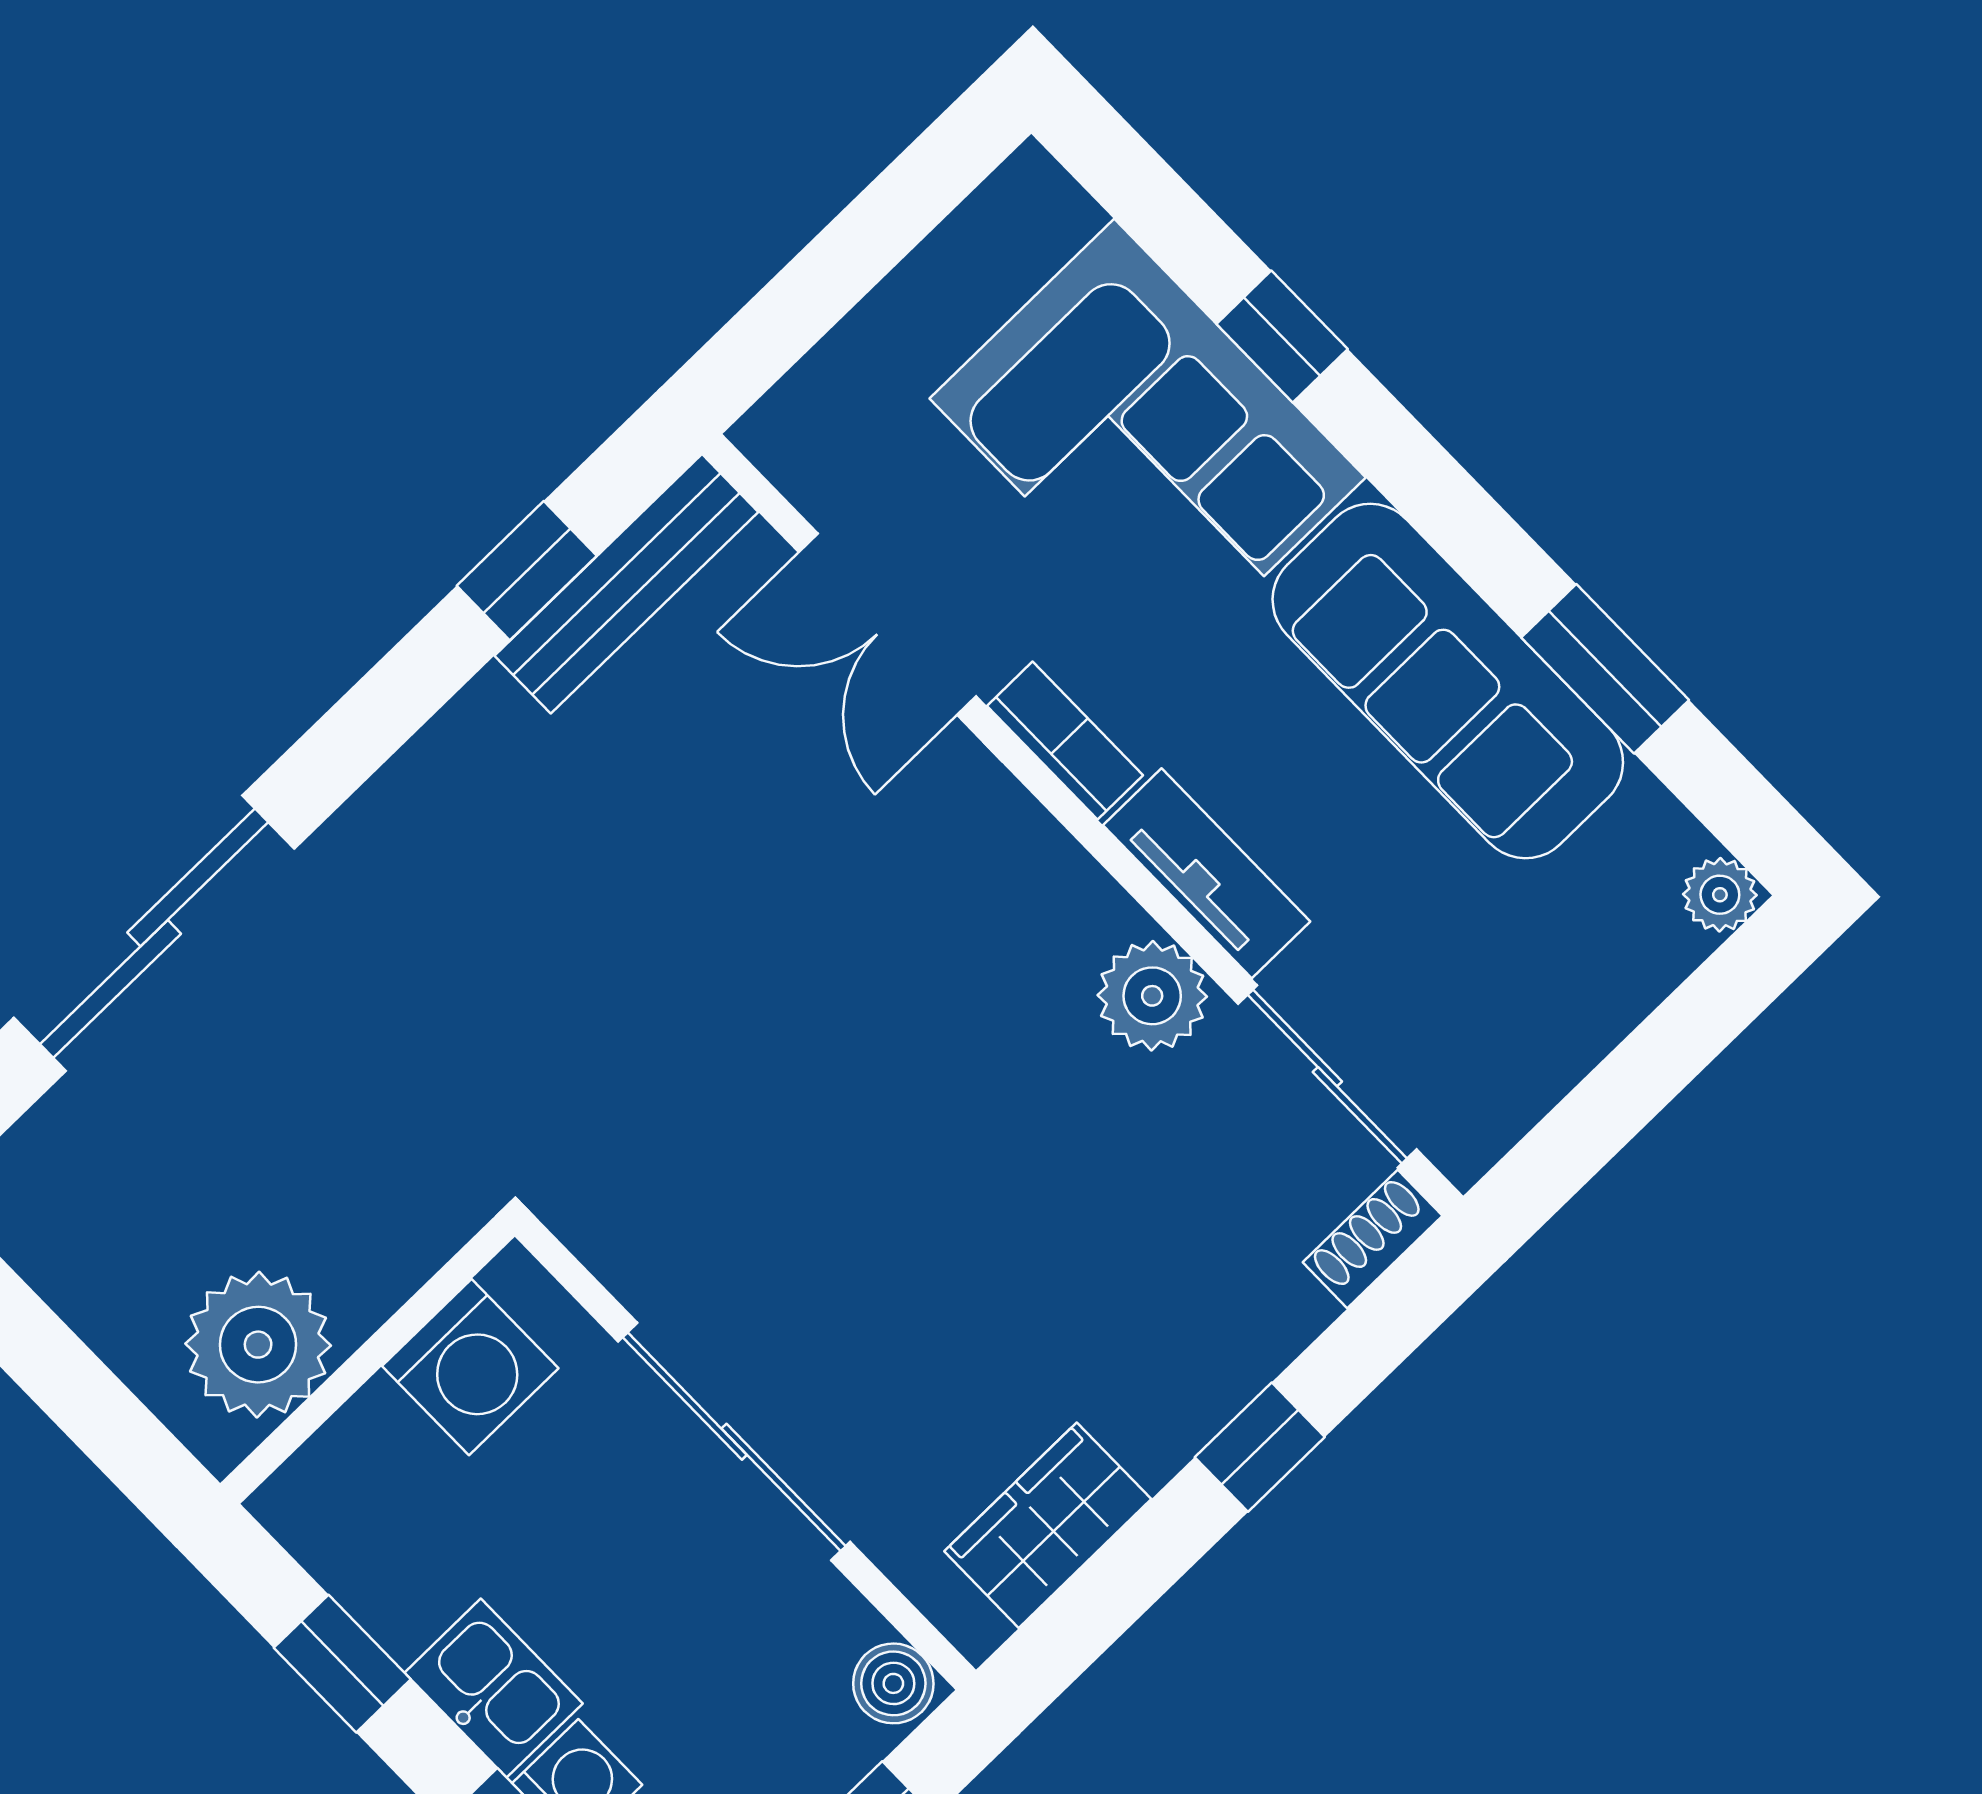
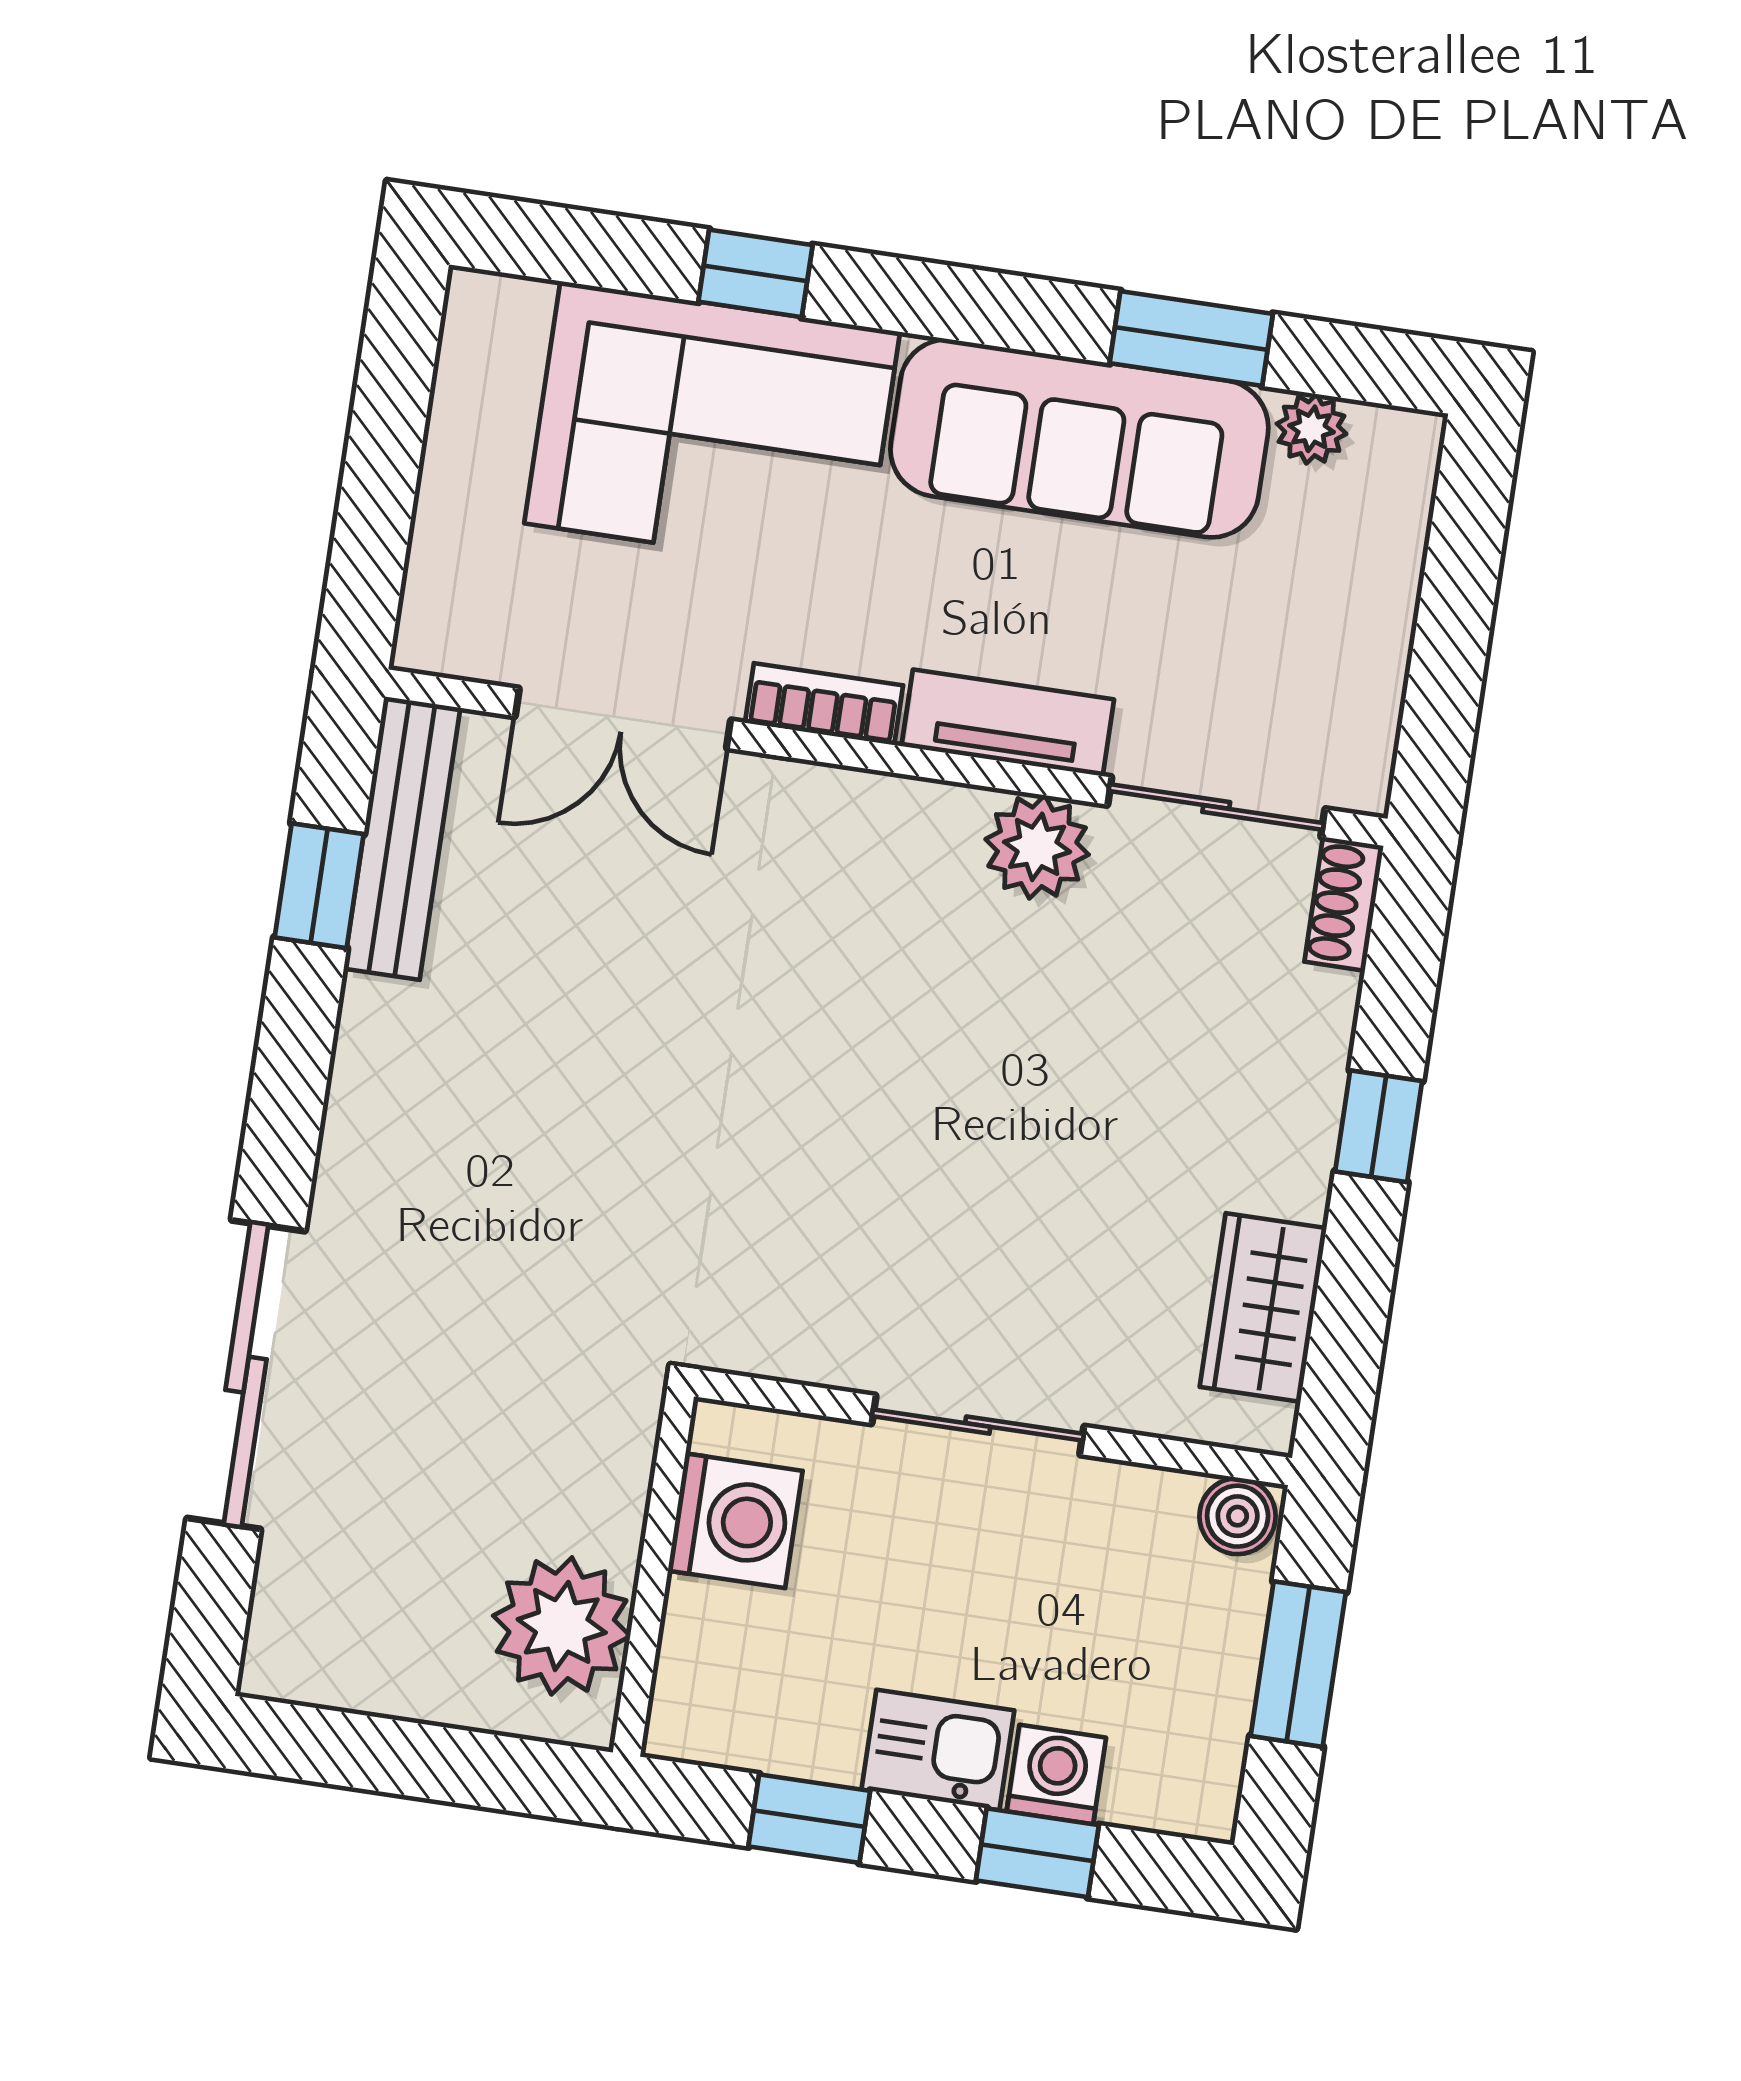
plant: (1720, 895) -> (1312, 429), moved
sliding door: (734, 1442) -> (978, 1425), width x0.73

